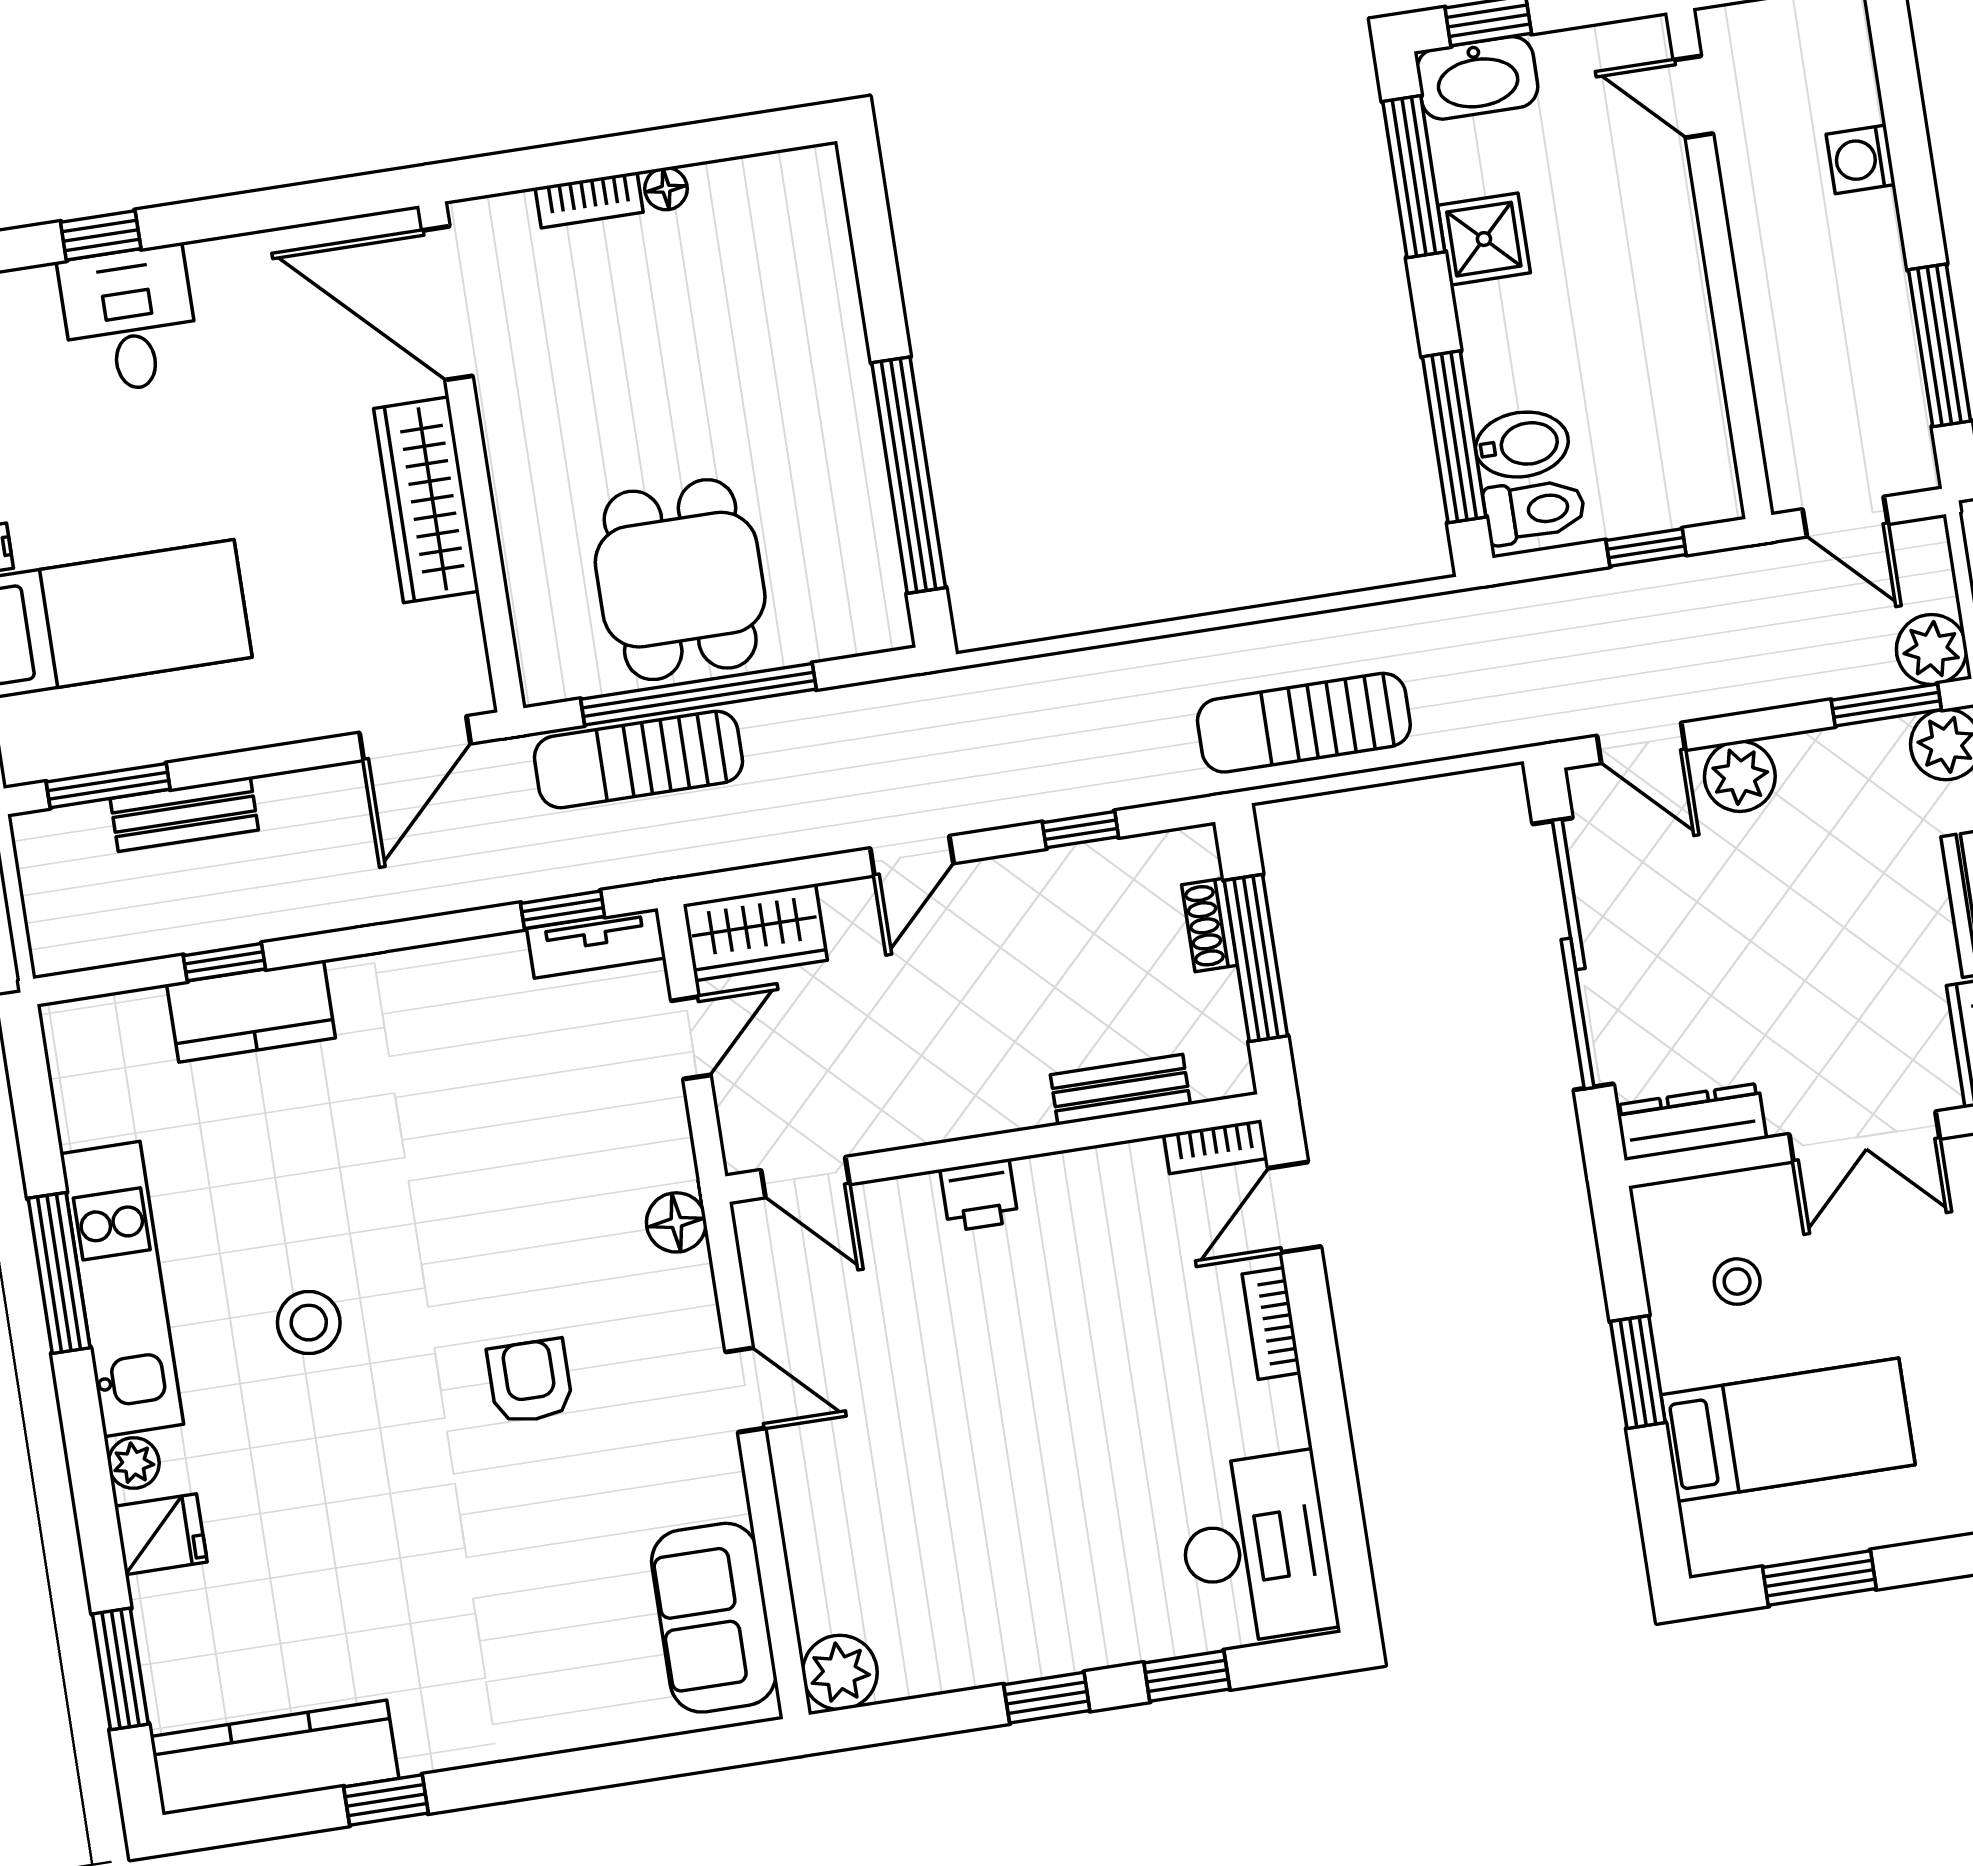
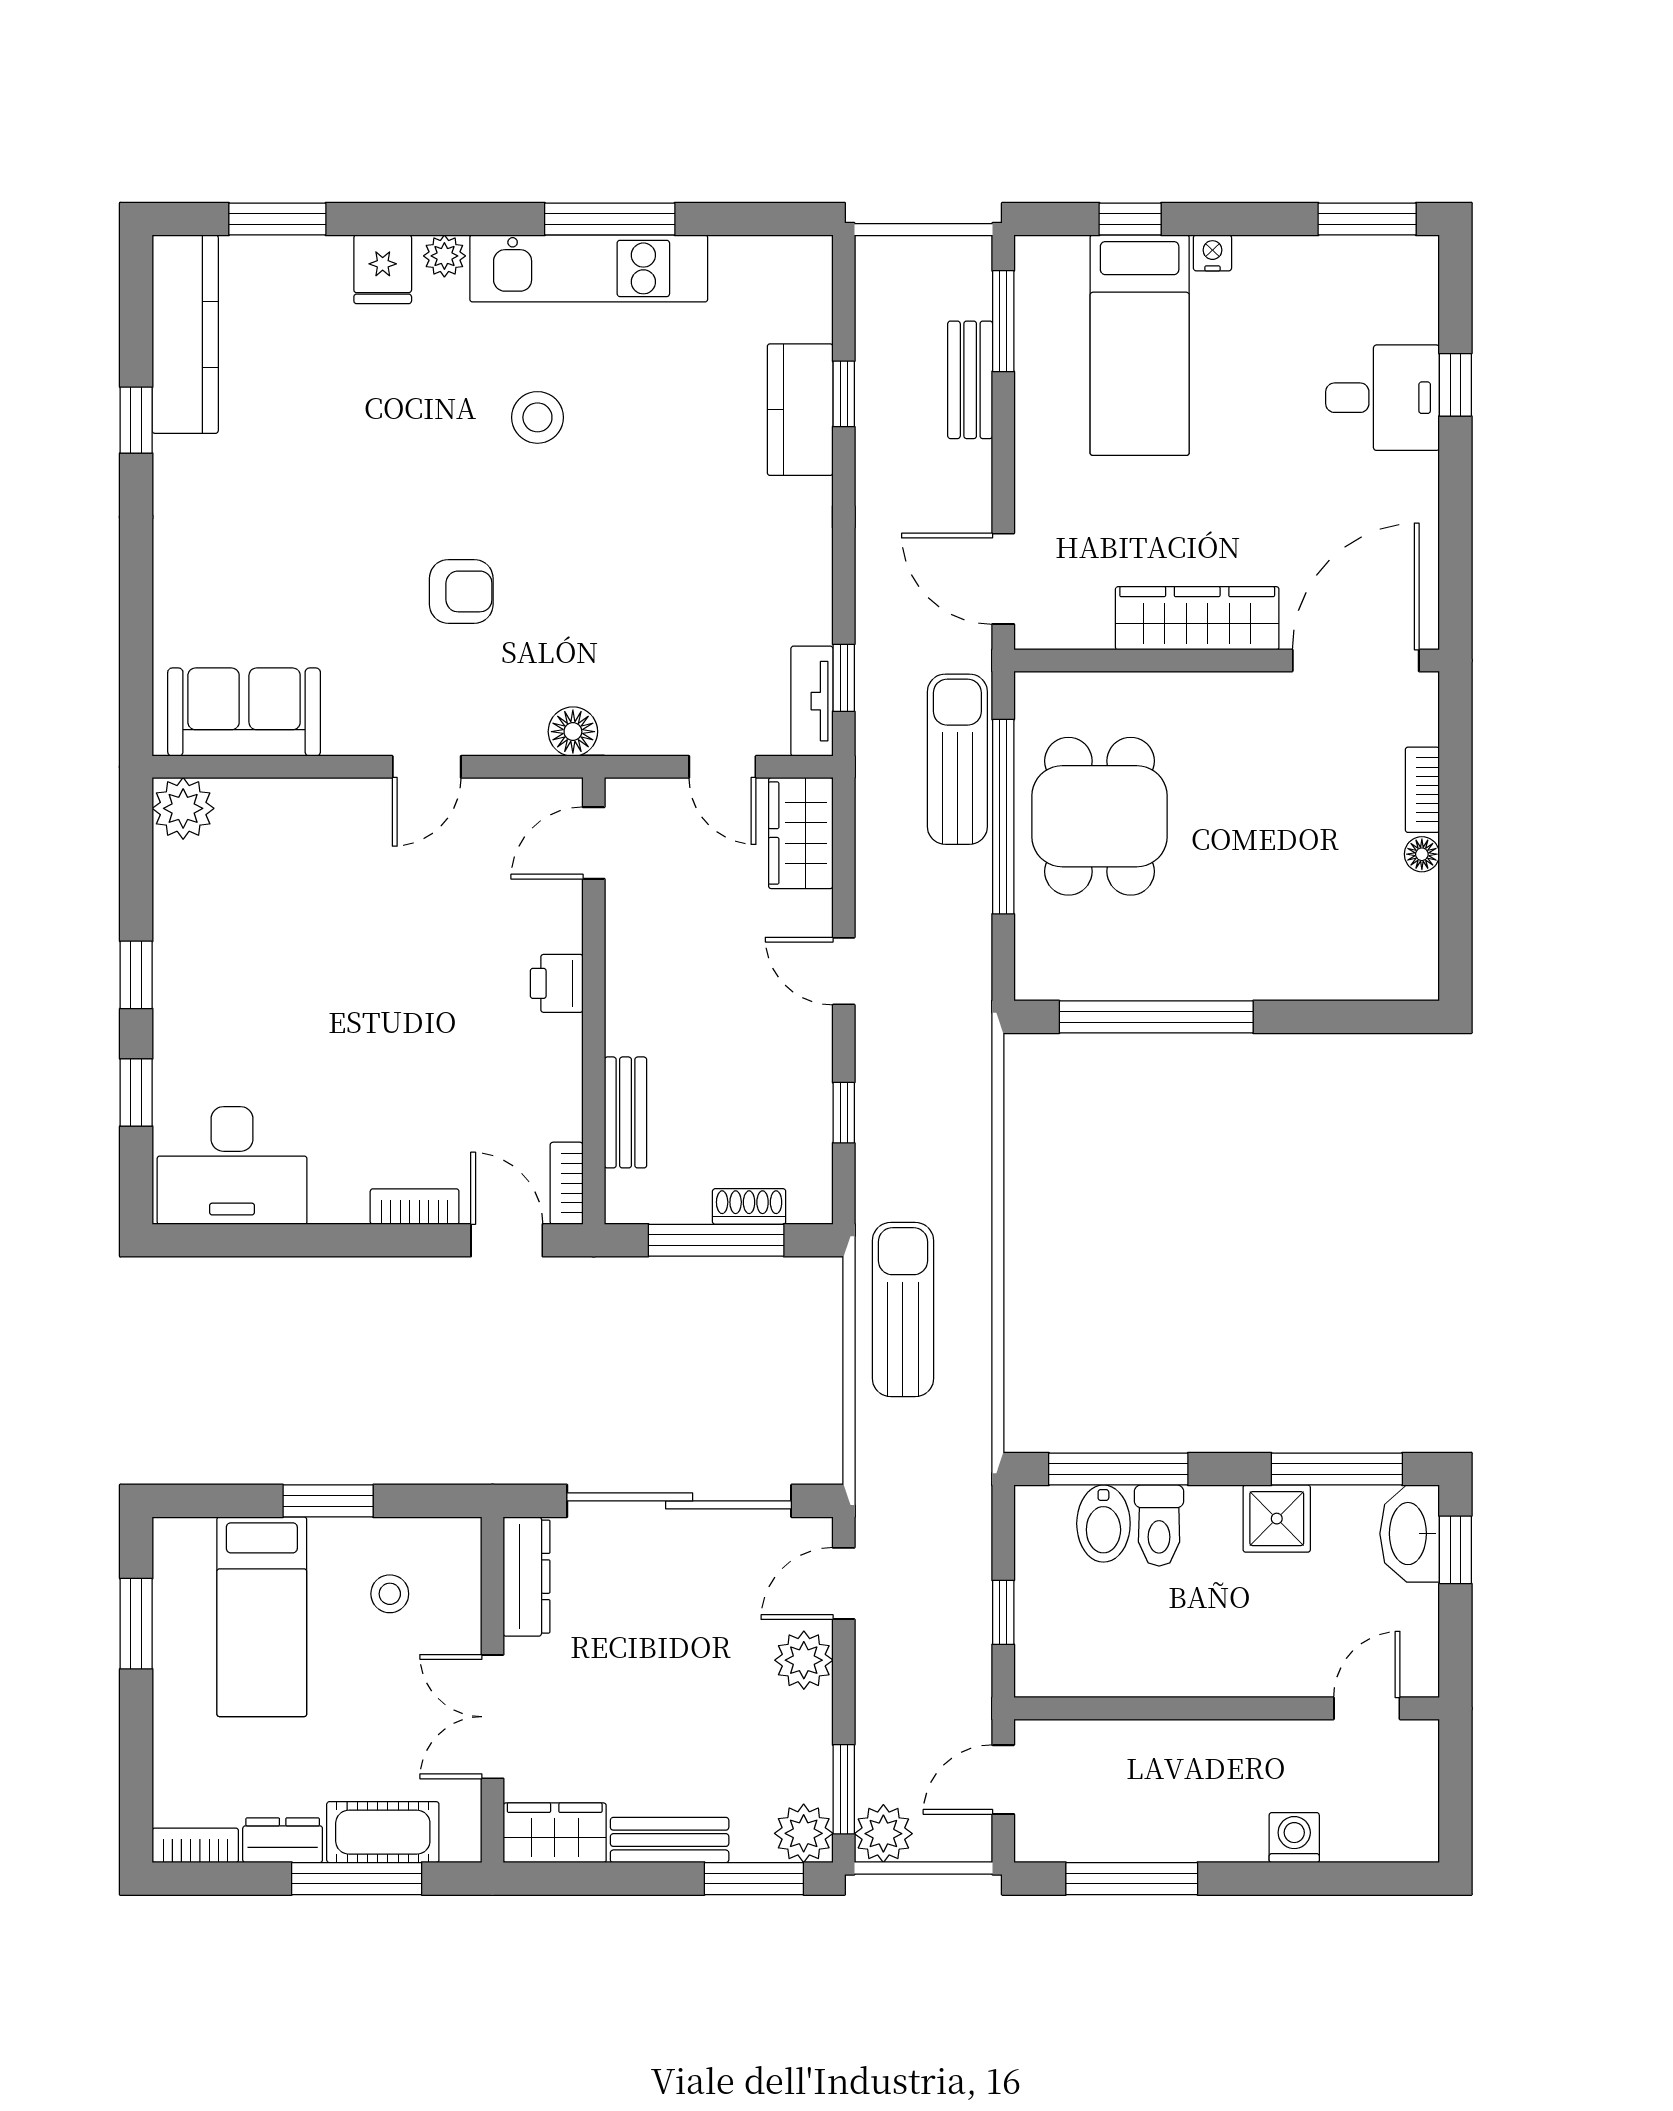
toilet: (1534, 510) -> (1159, 1526), moved
dining table: (680, 580) -> (1099, 816), turned 90

